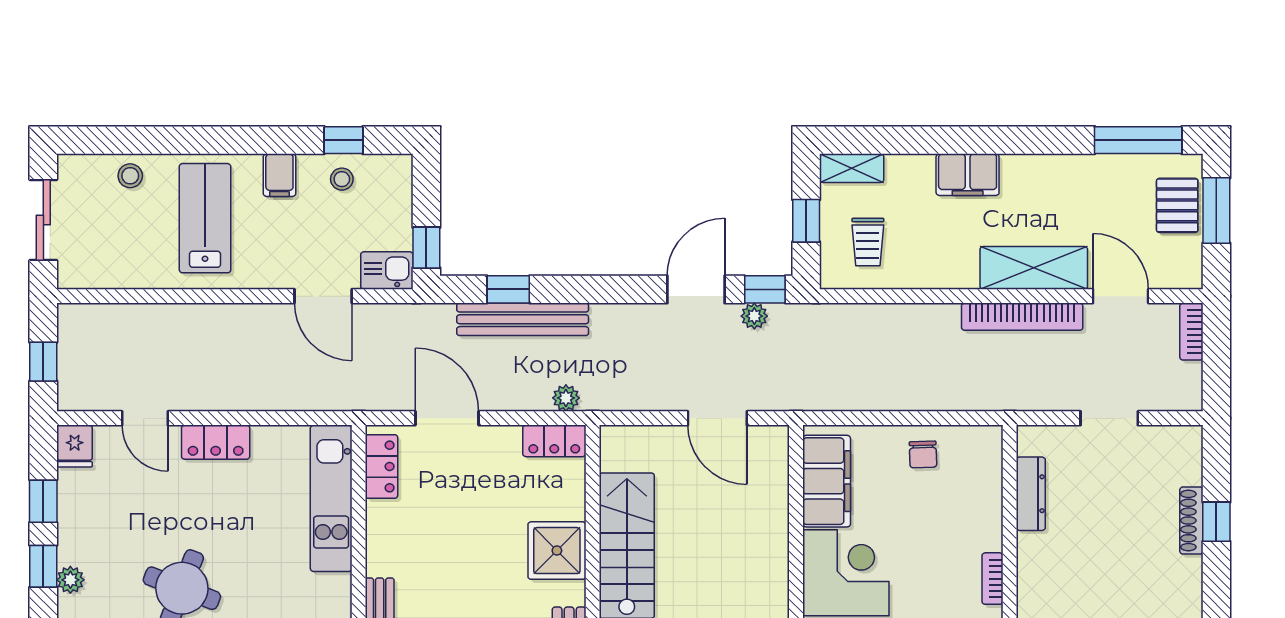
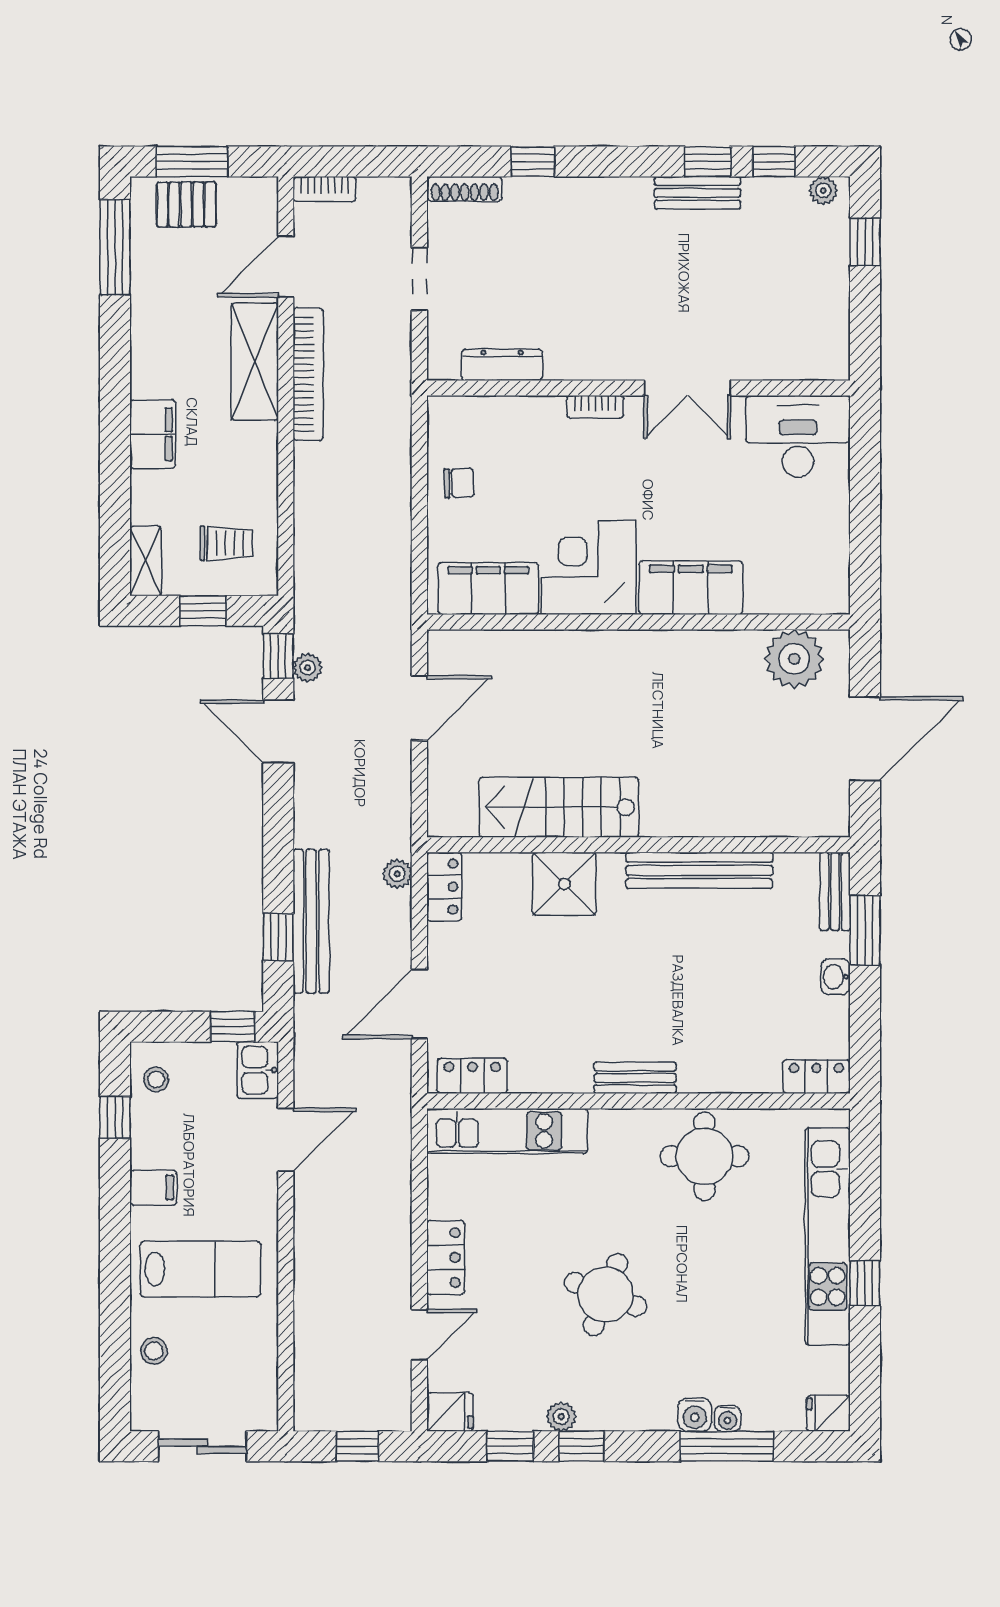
stool: (342, 179) -> (156, 1080), moved
lab bench: (205, 218) -> (200, 1269), turned 180
shoe rack: (1191, 521) -> (465, 189), moved
plant: (70, 580) -> (561, 1416), moved

